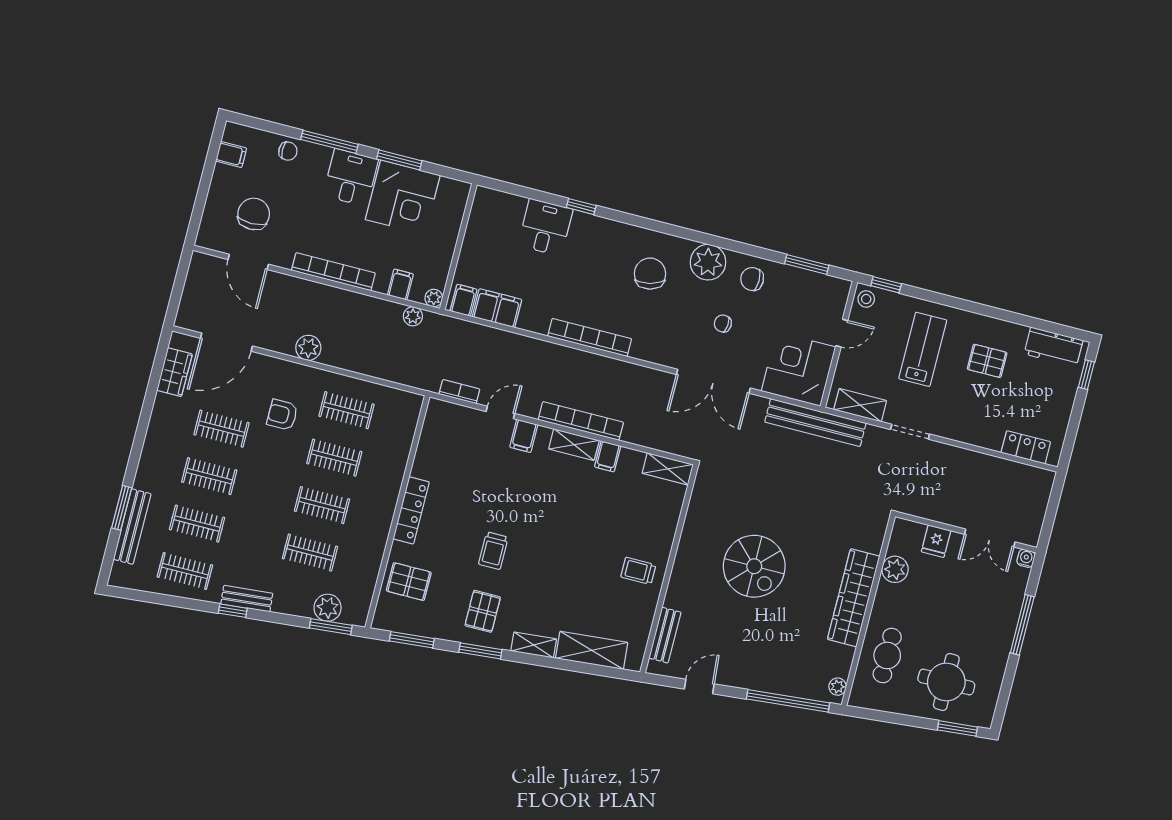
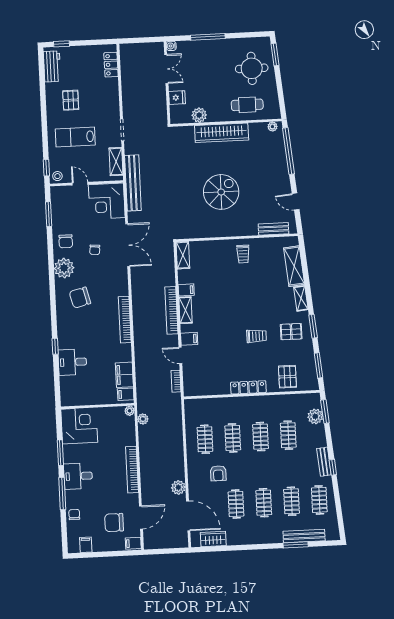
corner desk: (403, 197) -> (79, 426), moved
filing cabinet: (400, 285) -> (133, 543), moved
plant: (308, 348) -> (178, 487), moved

